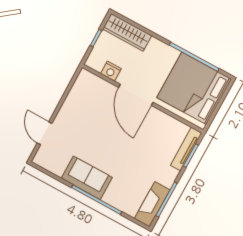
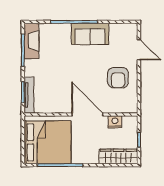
armchair: (82, 116) -> (118, 78), added

